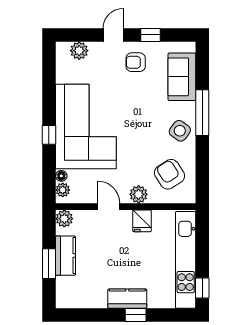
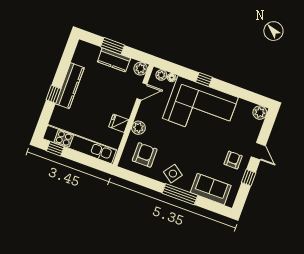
plant: (79, 51) -> (260, 113), moved
armchair: (170, 174) -> (145, 155), turned -57
door: (109, 207) -> (142, 91), moved
kitchen counter: (127, 299) -> (70, 86), width x1.50

